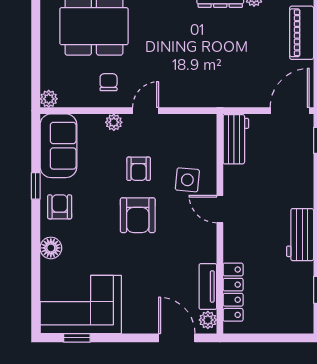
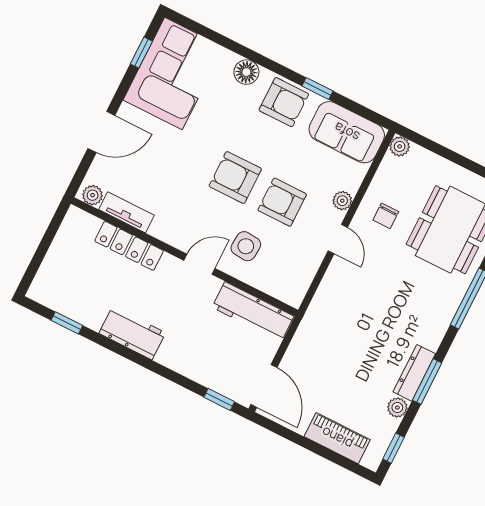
chair: (109, 82) -> (386, 216), turned 90
workbench: (236, 139) -> (253, 312), width x1.38
armchair: (139, 169) -> (282, 202), width x1.38, depth x1.38
armchair: (60, 207) -> (284, 102), width x1.38, depth x1.38
locker: (233, 292) -> (129, 246), moved
door: (177, 338) -> (101, 132), moved

